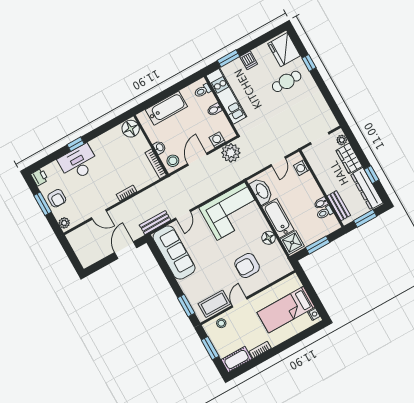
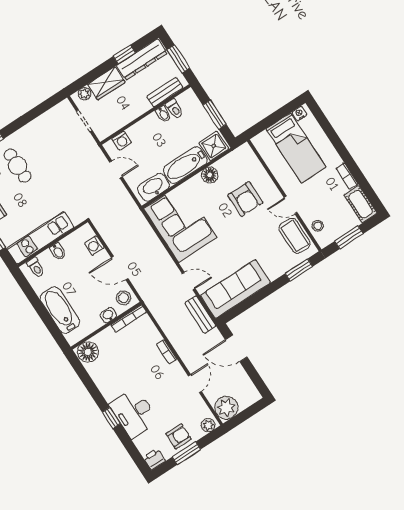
plant: (231, 153) -> (226, 408), moved

